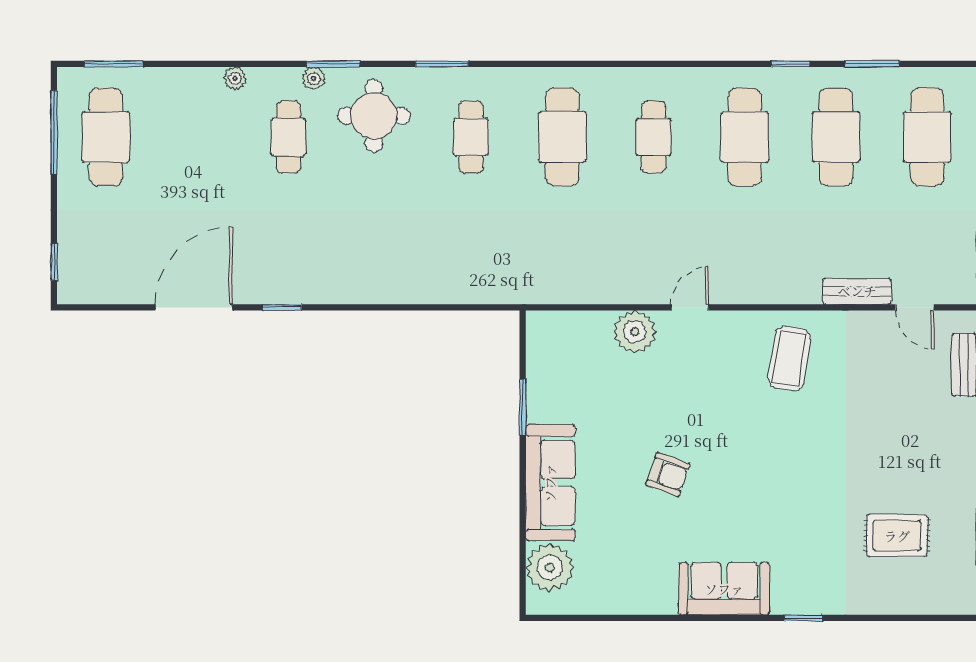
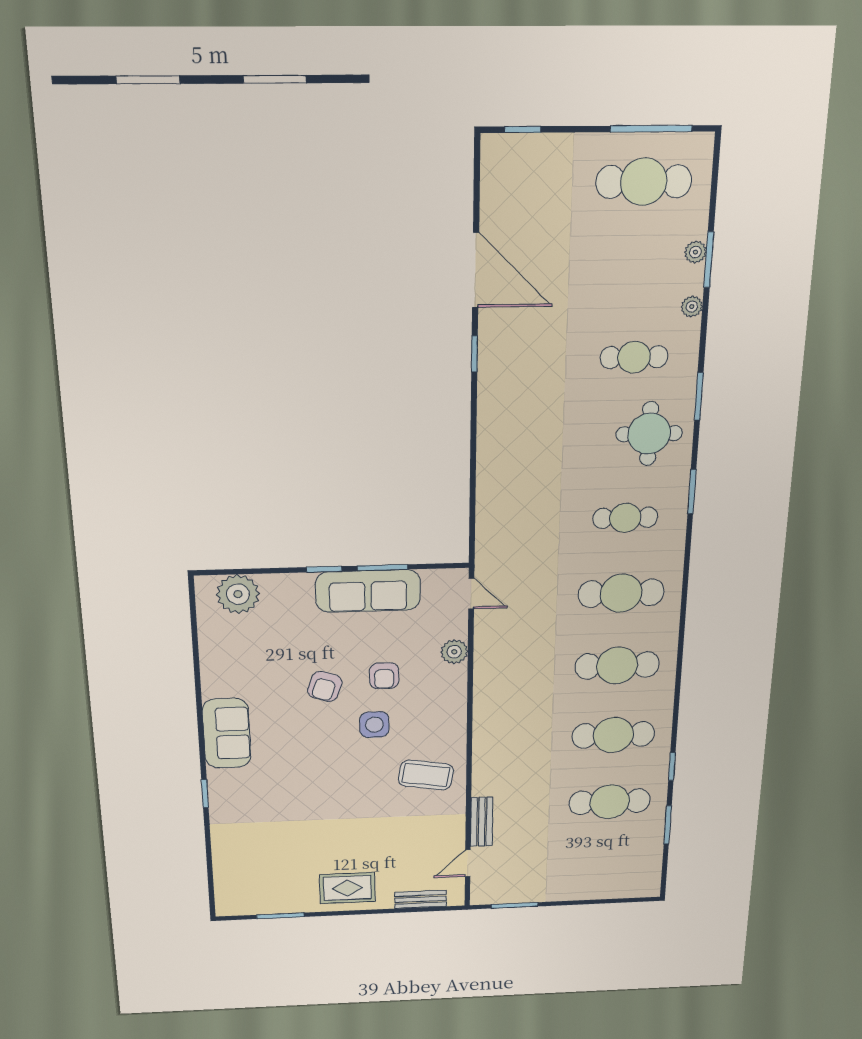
window: (114, 64) -> (709, 260), moved
plant: (314, 79) -> (695, 252), moved
cafe table: (653, 137) -> (617, 666), width x1.37, depth x1.35
cafe table: (927, 137) -> (606, 866), removed
door: (690, 307) -> (471, 594), moved
plant: (635, 332) -> (454, 652), width x0.73, depth x0.73
armchair: (657, 406) -> (384, 676), added
side table: (720, 418) -> (374, 725), added
window: (523, 471) -> (324, 569), added
sofa: (550, 483) -> (368, 591), moved
rug: (897, 536) -> (347, 888), moved, turned 90

